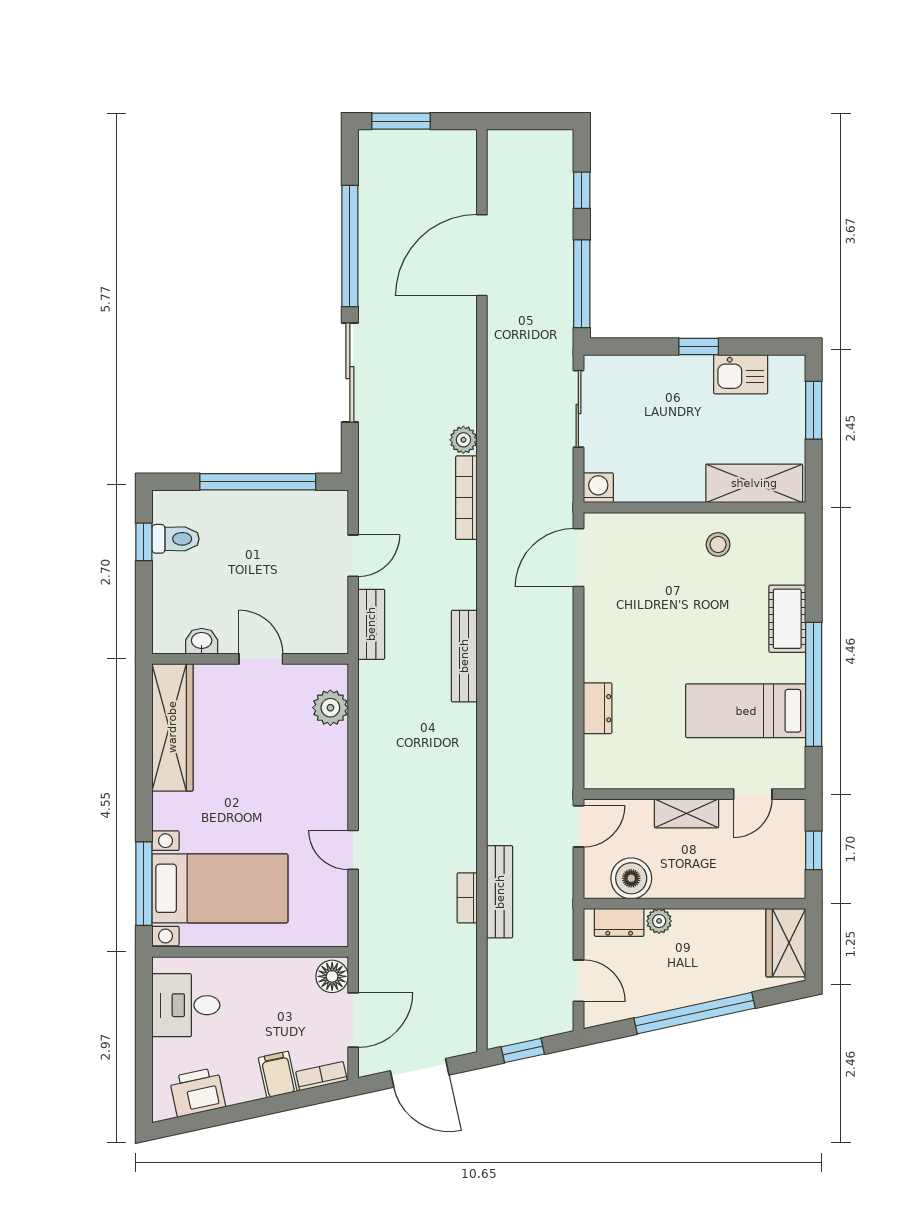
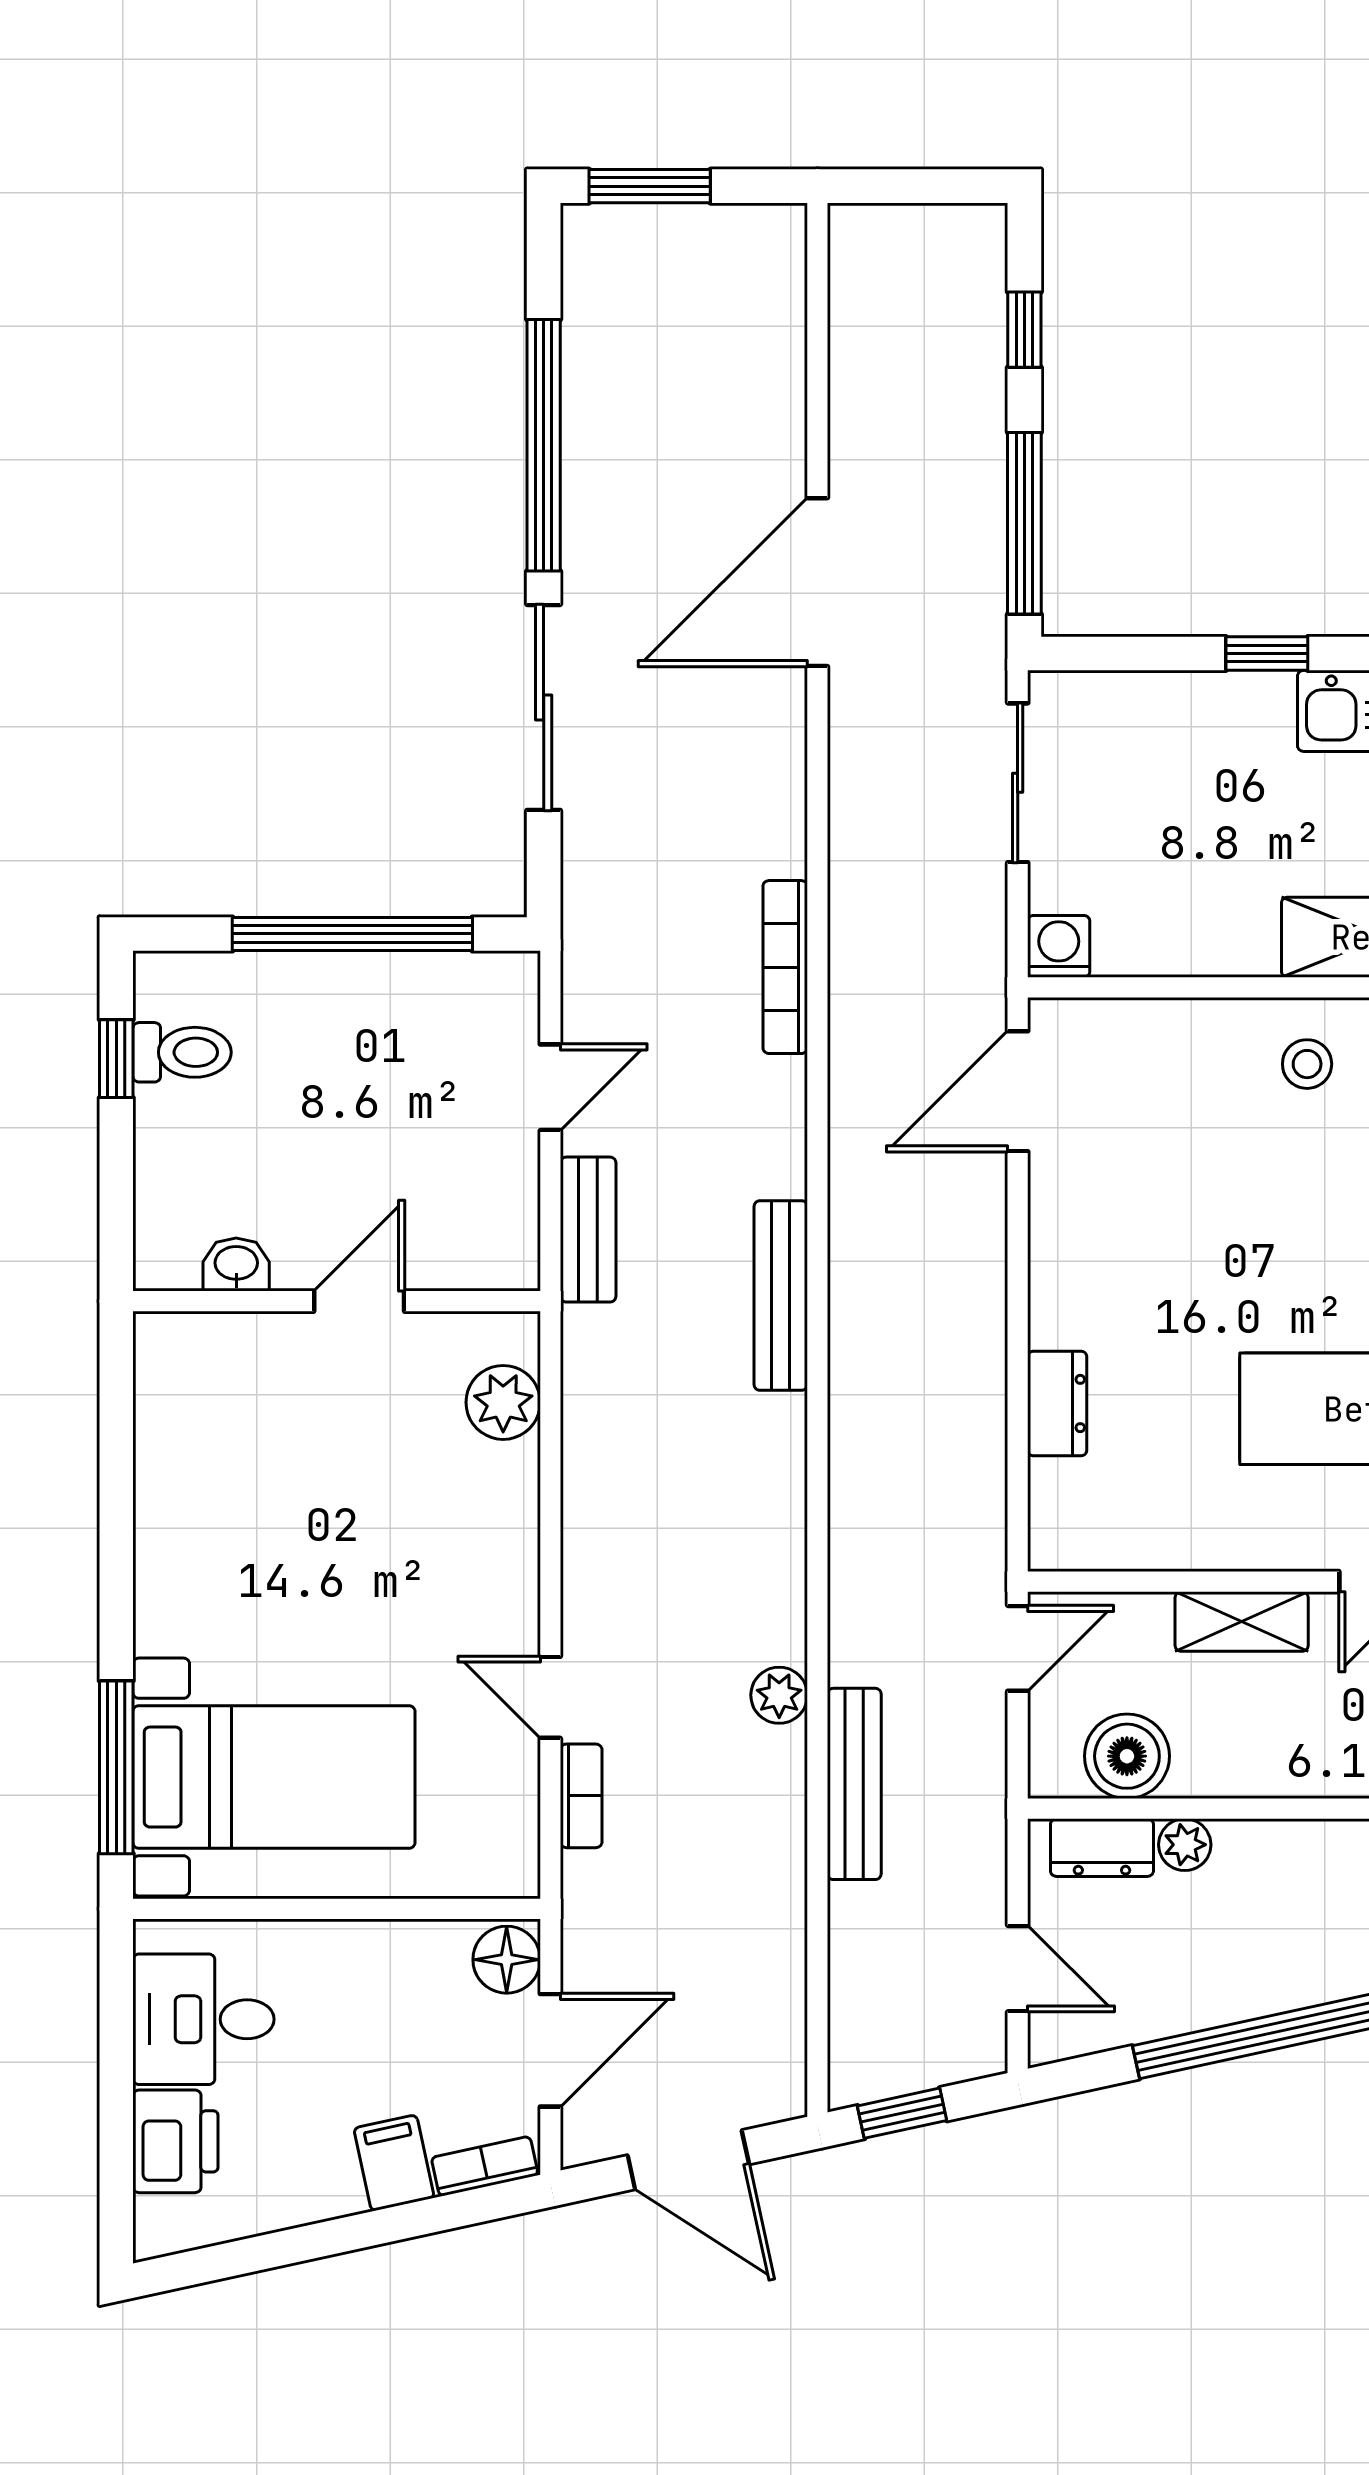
door: (482, 255) -> (817, 582), moved
plant: (463, 440) -> (779, 1695), moved
door: (261, 659) -> (359, 1301), hinge flipped
wardrobe: (172, 727) -> (176, 1443), removed
bookcase: (467, 898) -> (581, 1796), moved, turned 180
printer: (197, 1092) -> (175, 2141), moved, turned 102

